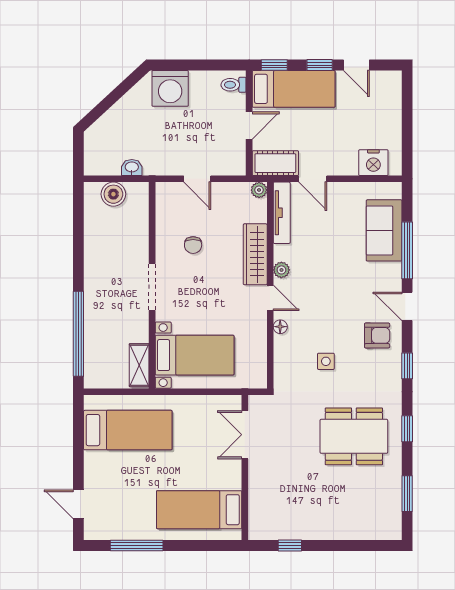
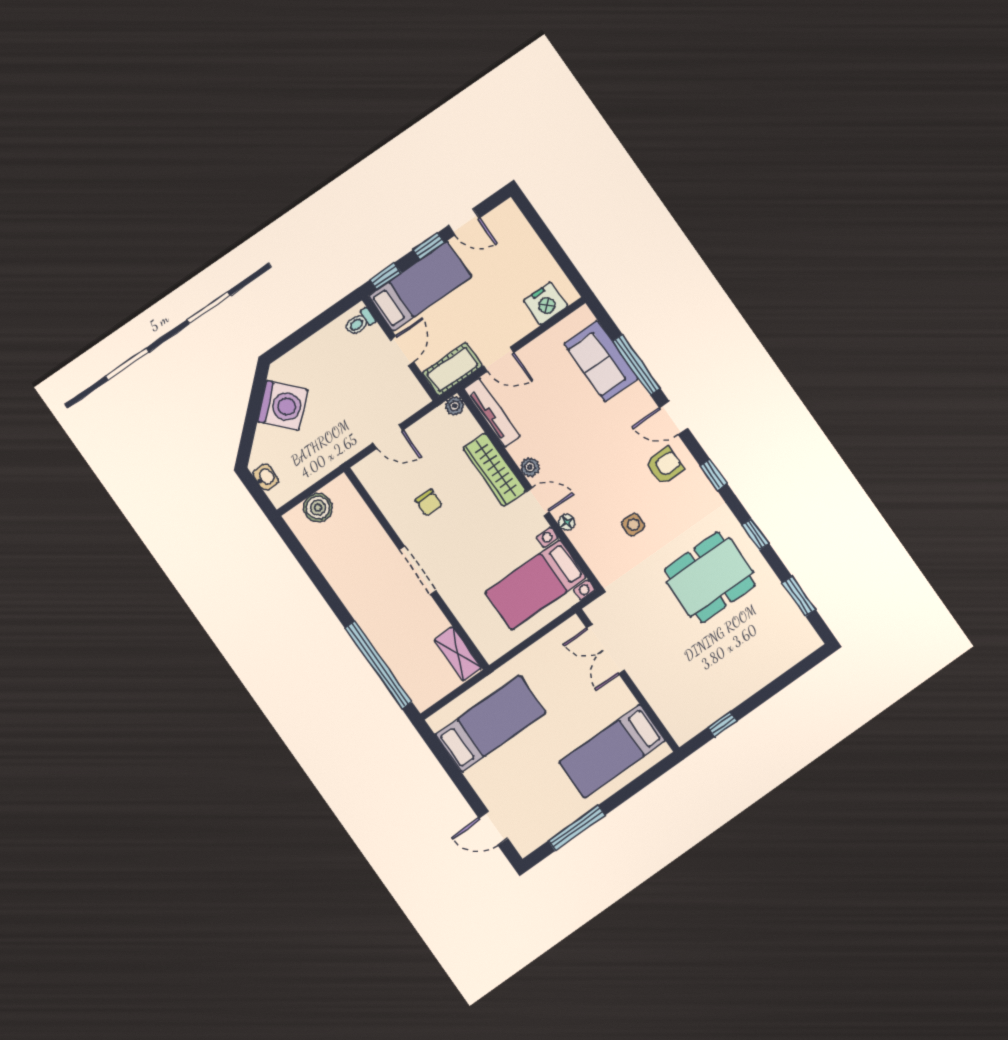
washing machine: (170, 88) -> (283, 405), moved, turned -43
washbasin: (132, 167) -> (266, 477), moved, turned 90
bed with nightstands: (195, 355) -> (536, 585), moved, turned 180

